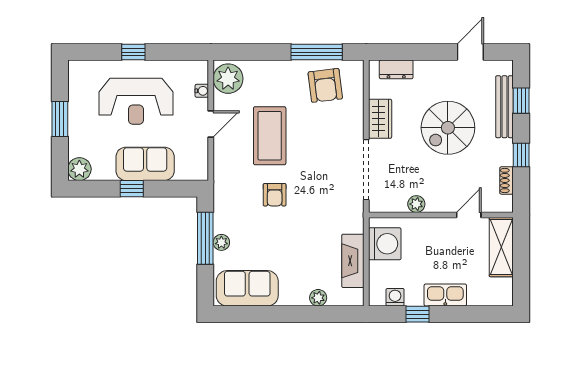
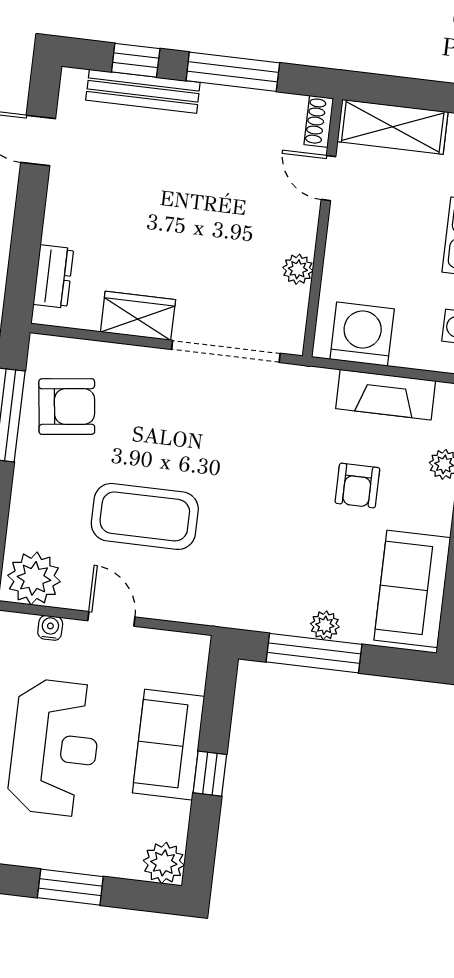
spiral stairs: (448, 128) -> (168, 197), removed
window: (521, 155) -> (233, 72), width x2.17
shoe rack: (507, 180) -> (319, 121), moved, turned 90
armchair: (275, 195) -> (357, 485), moved, turned 90

